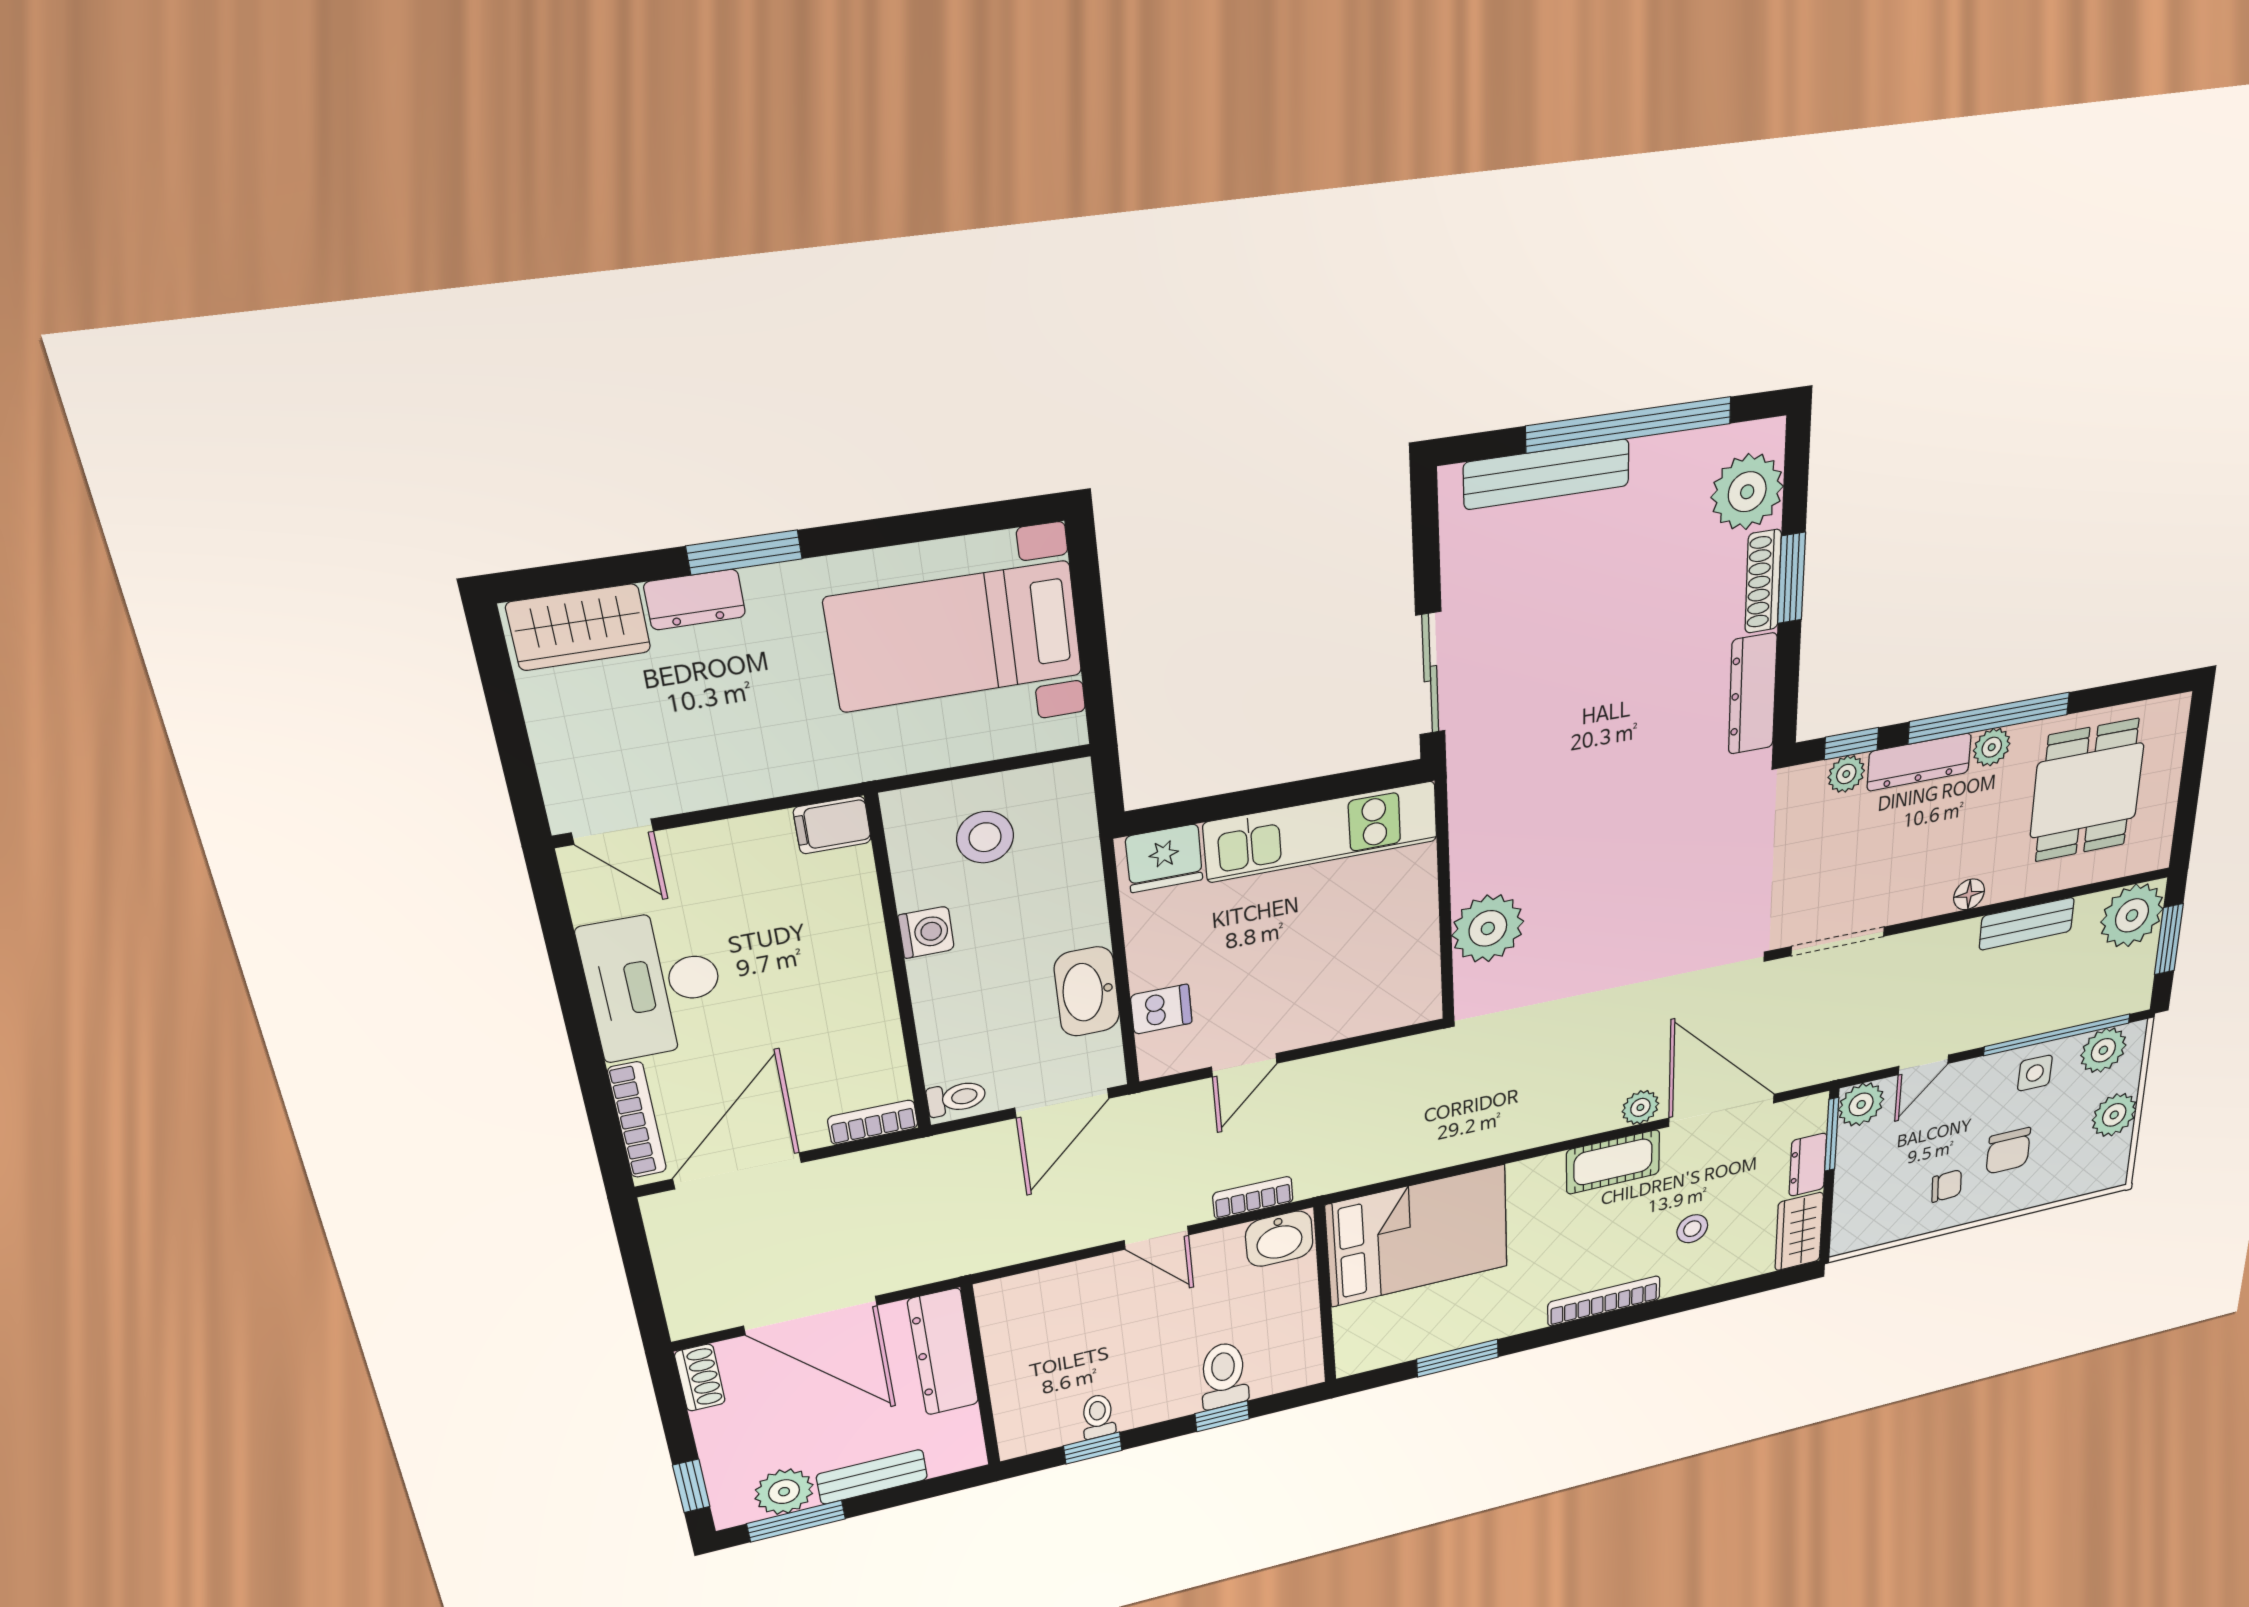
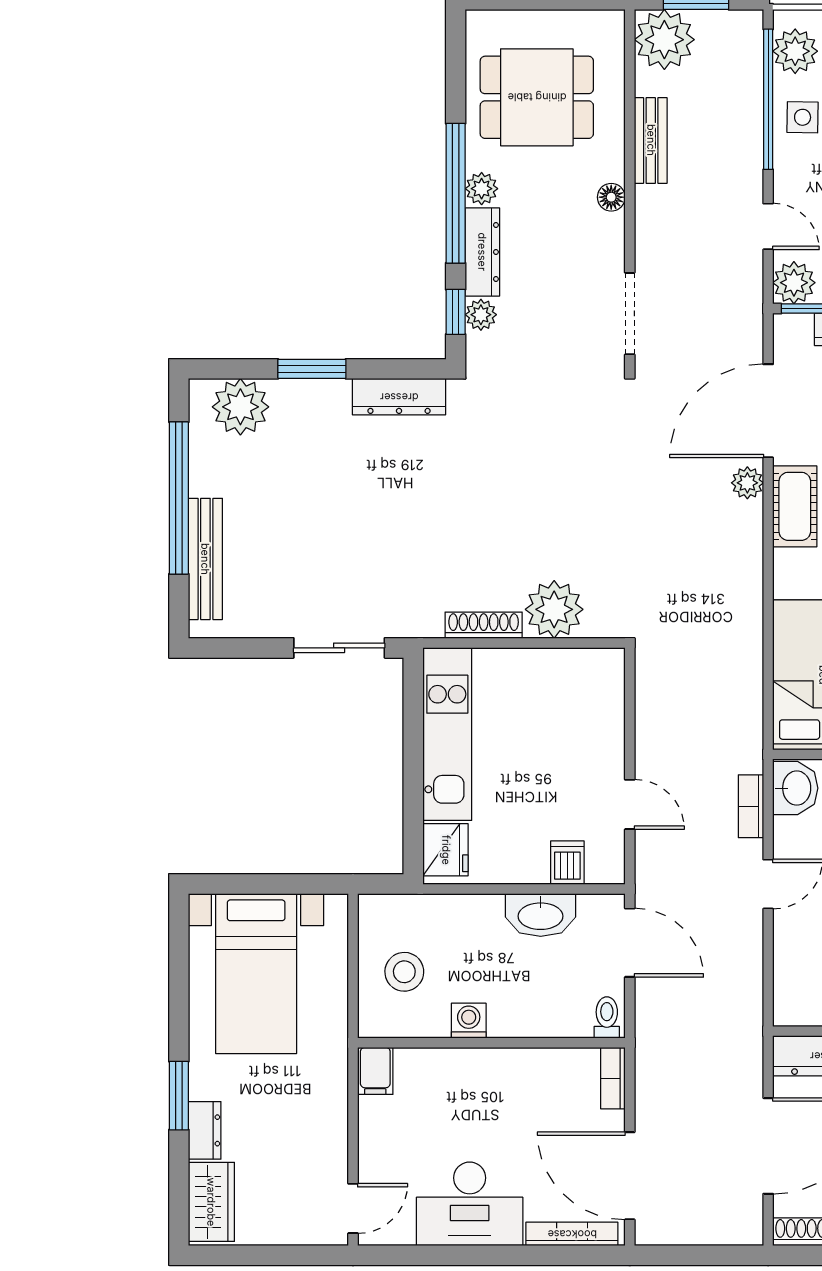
shoe rack: (1763, 581) -> (484, 625), moved, turned 180

